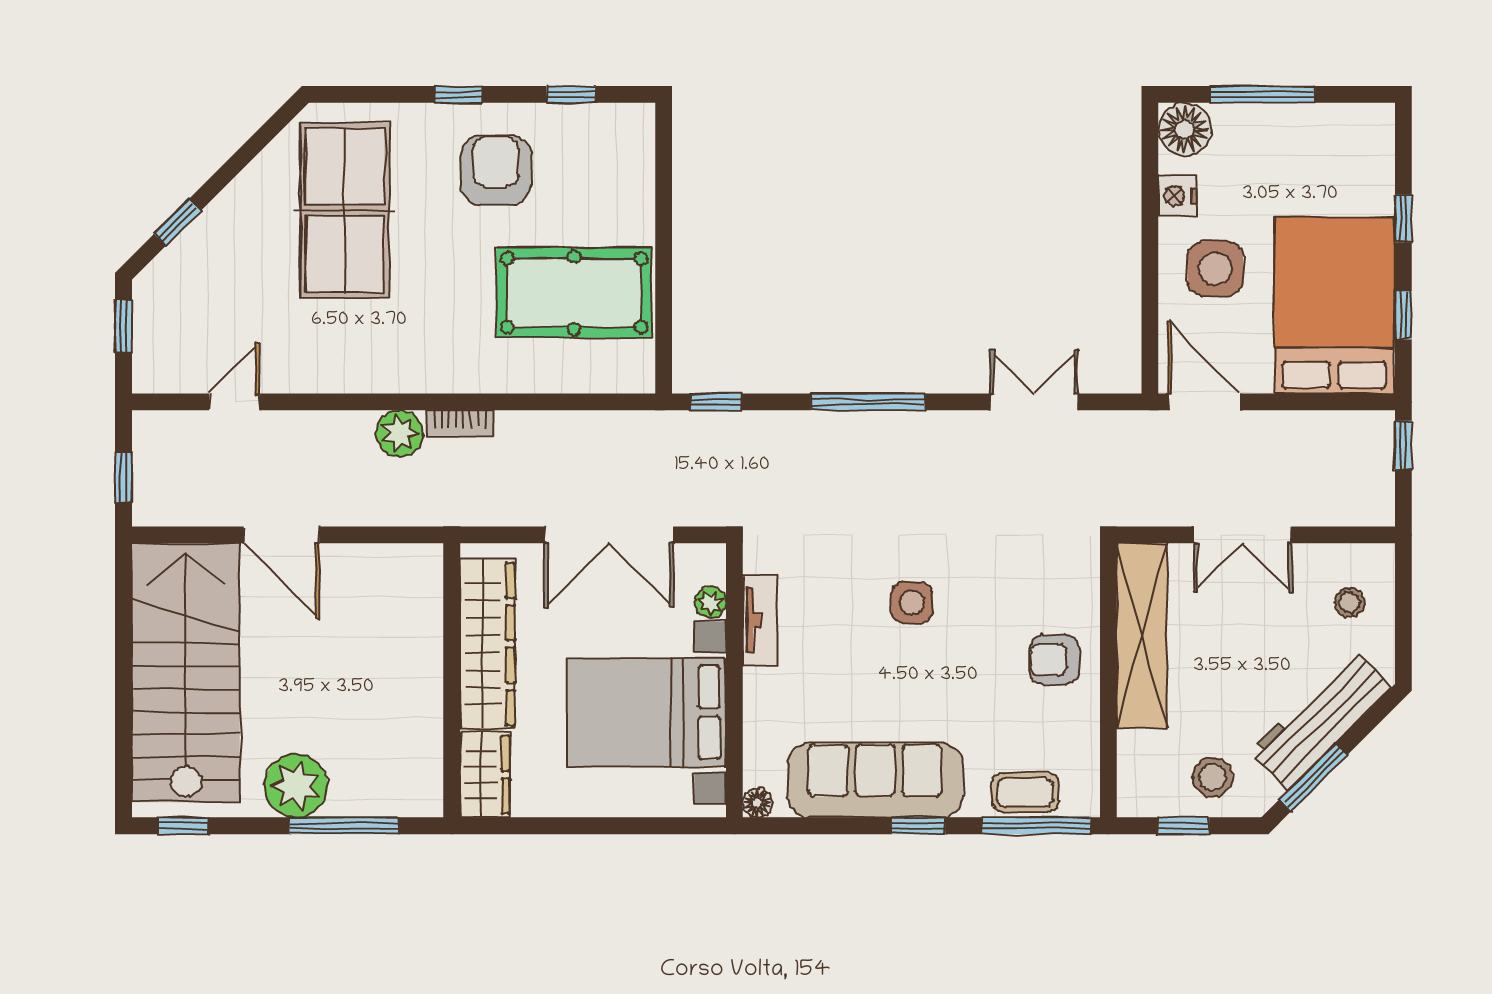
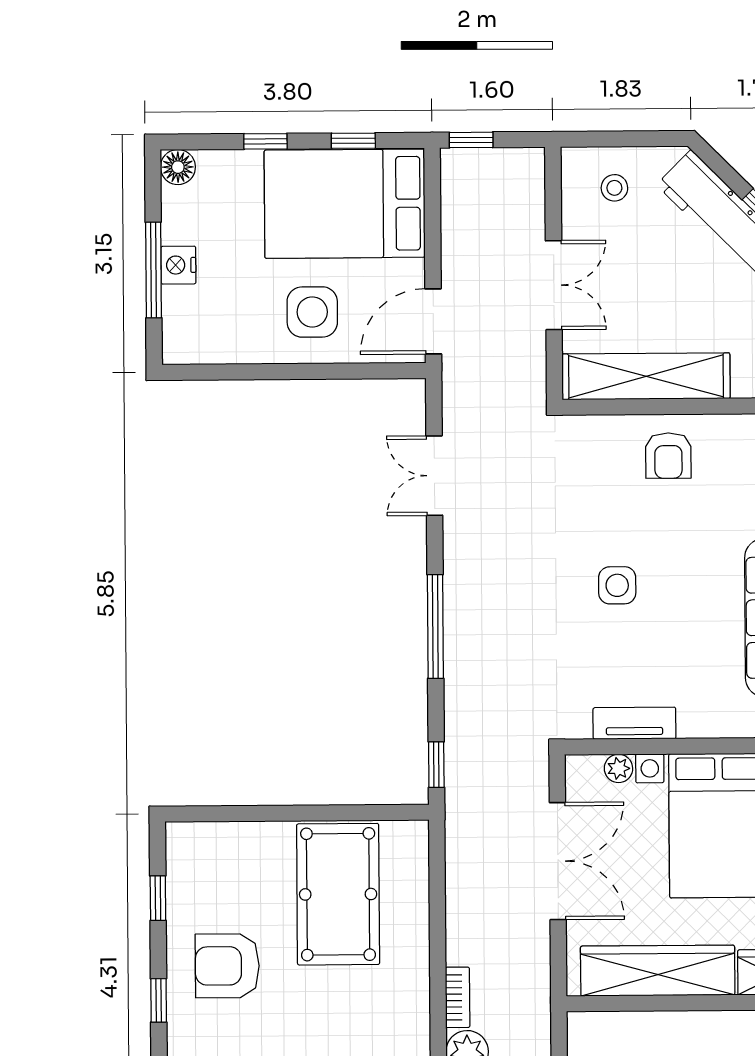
floor lamp: (1185, 129) -> (178, 167), moved, width x0.73, depth x0.73
nightstand: (1177, 196) -> (178, 265), moved, turned 90

